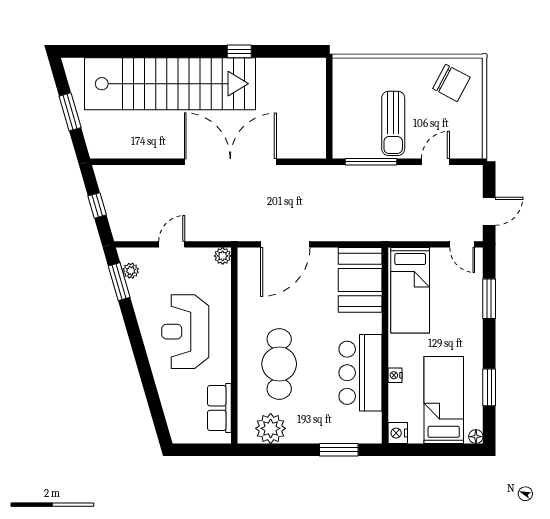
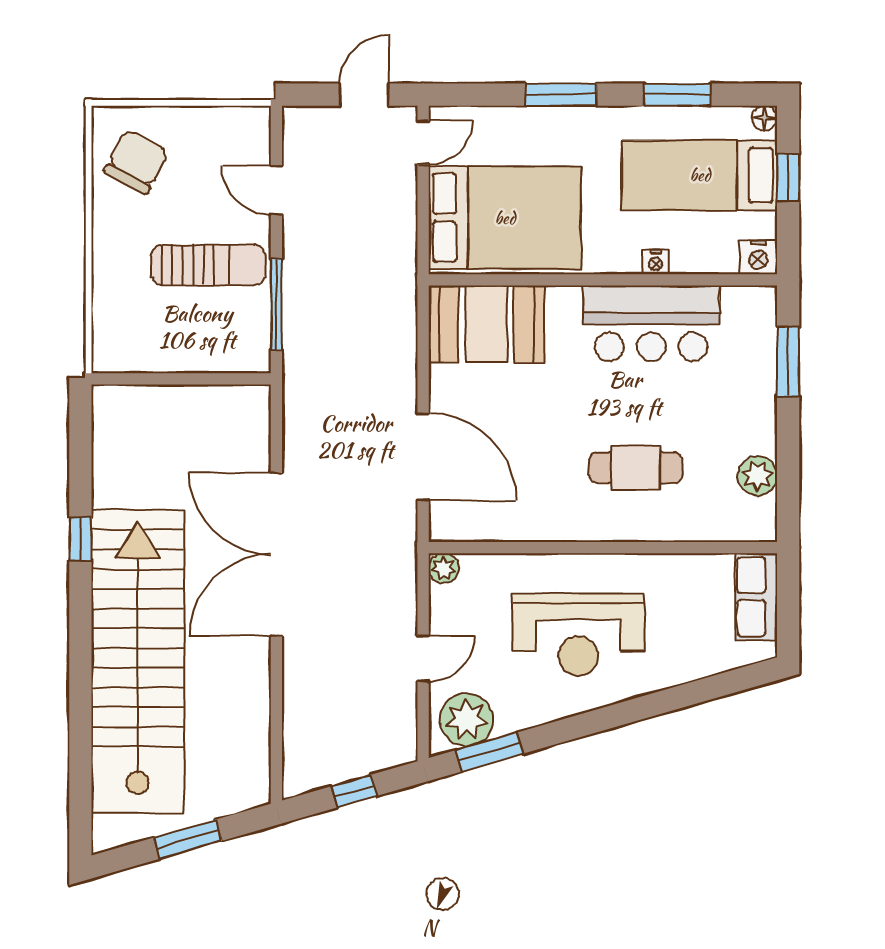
door: (489, 211) -> (364, 95), hinge flipped
door: (172, 244) -> (423, 659), swing flipped
plant: (131, 271) -> (466, 720), width x1.87, depth x1.87
bed: (410, 290) -> (505, 218), width x1.50
window: (489, 299) -> (561, 95), moved
cafe table: (279, 364) -> (636, 468), width x0.73, depth x0.74
row of seats: (219, 408) -> (756, 597), moved, turned 90
plant: (271, 428) -> (757, 476), width x0.73, depth x0.73
window: (443, 450) -> (788, 177), added

